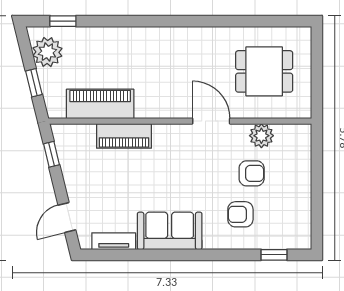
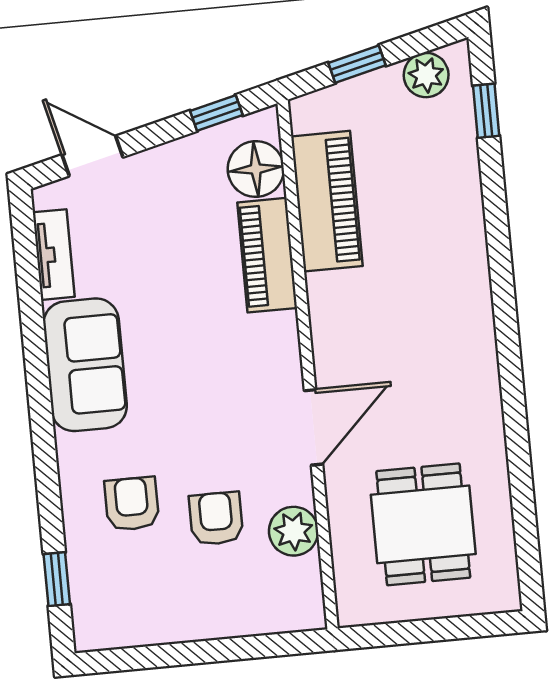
plant: (47, 52) -> (426, 75), width x0.73, depth x0.73
floor lamp: (81, 137) -> (256, 169), added
armchair: (252, 173) -> (216, 519), turned 180

